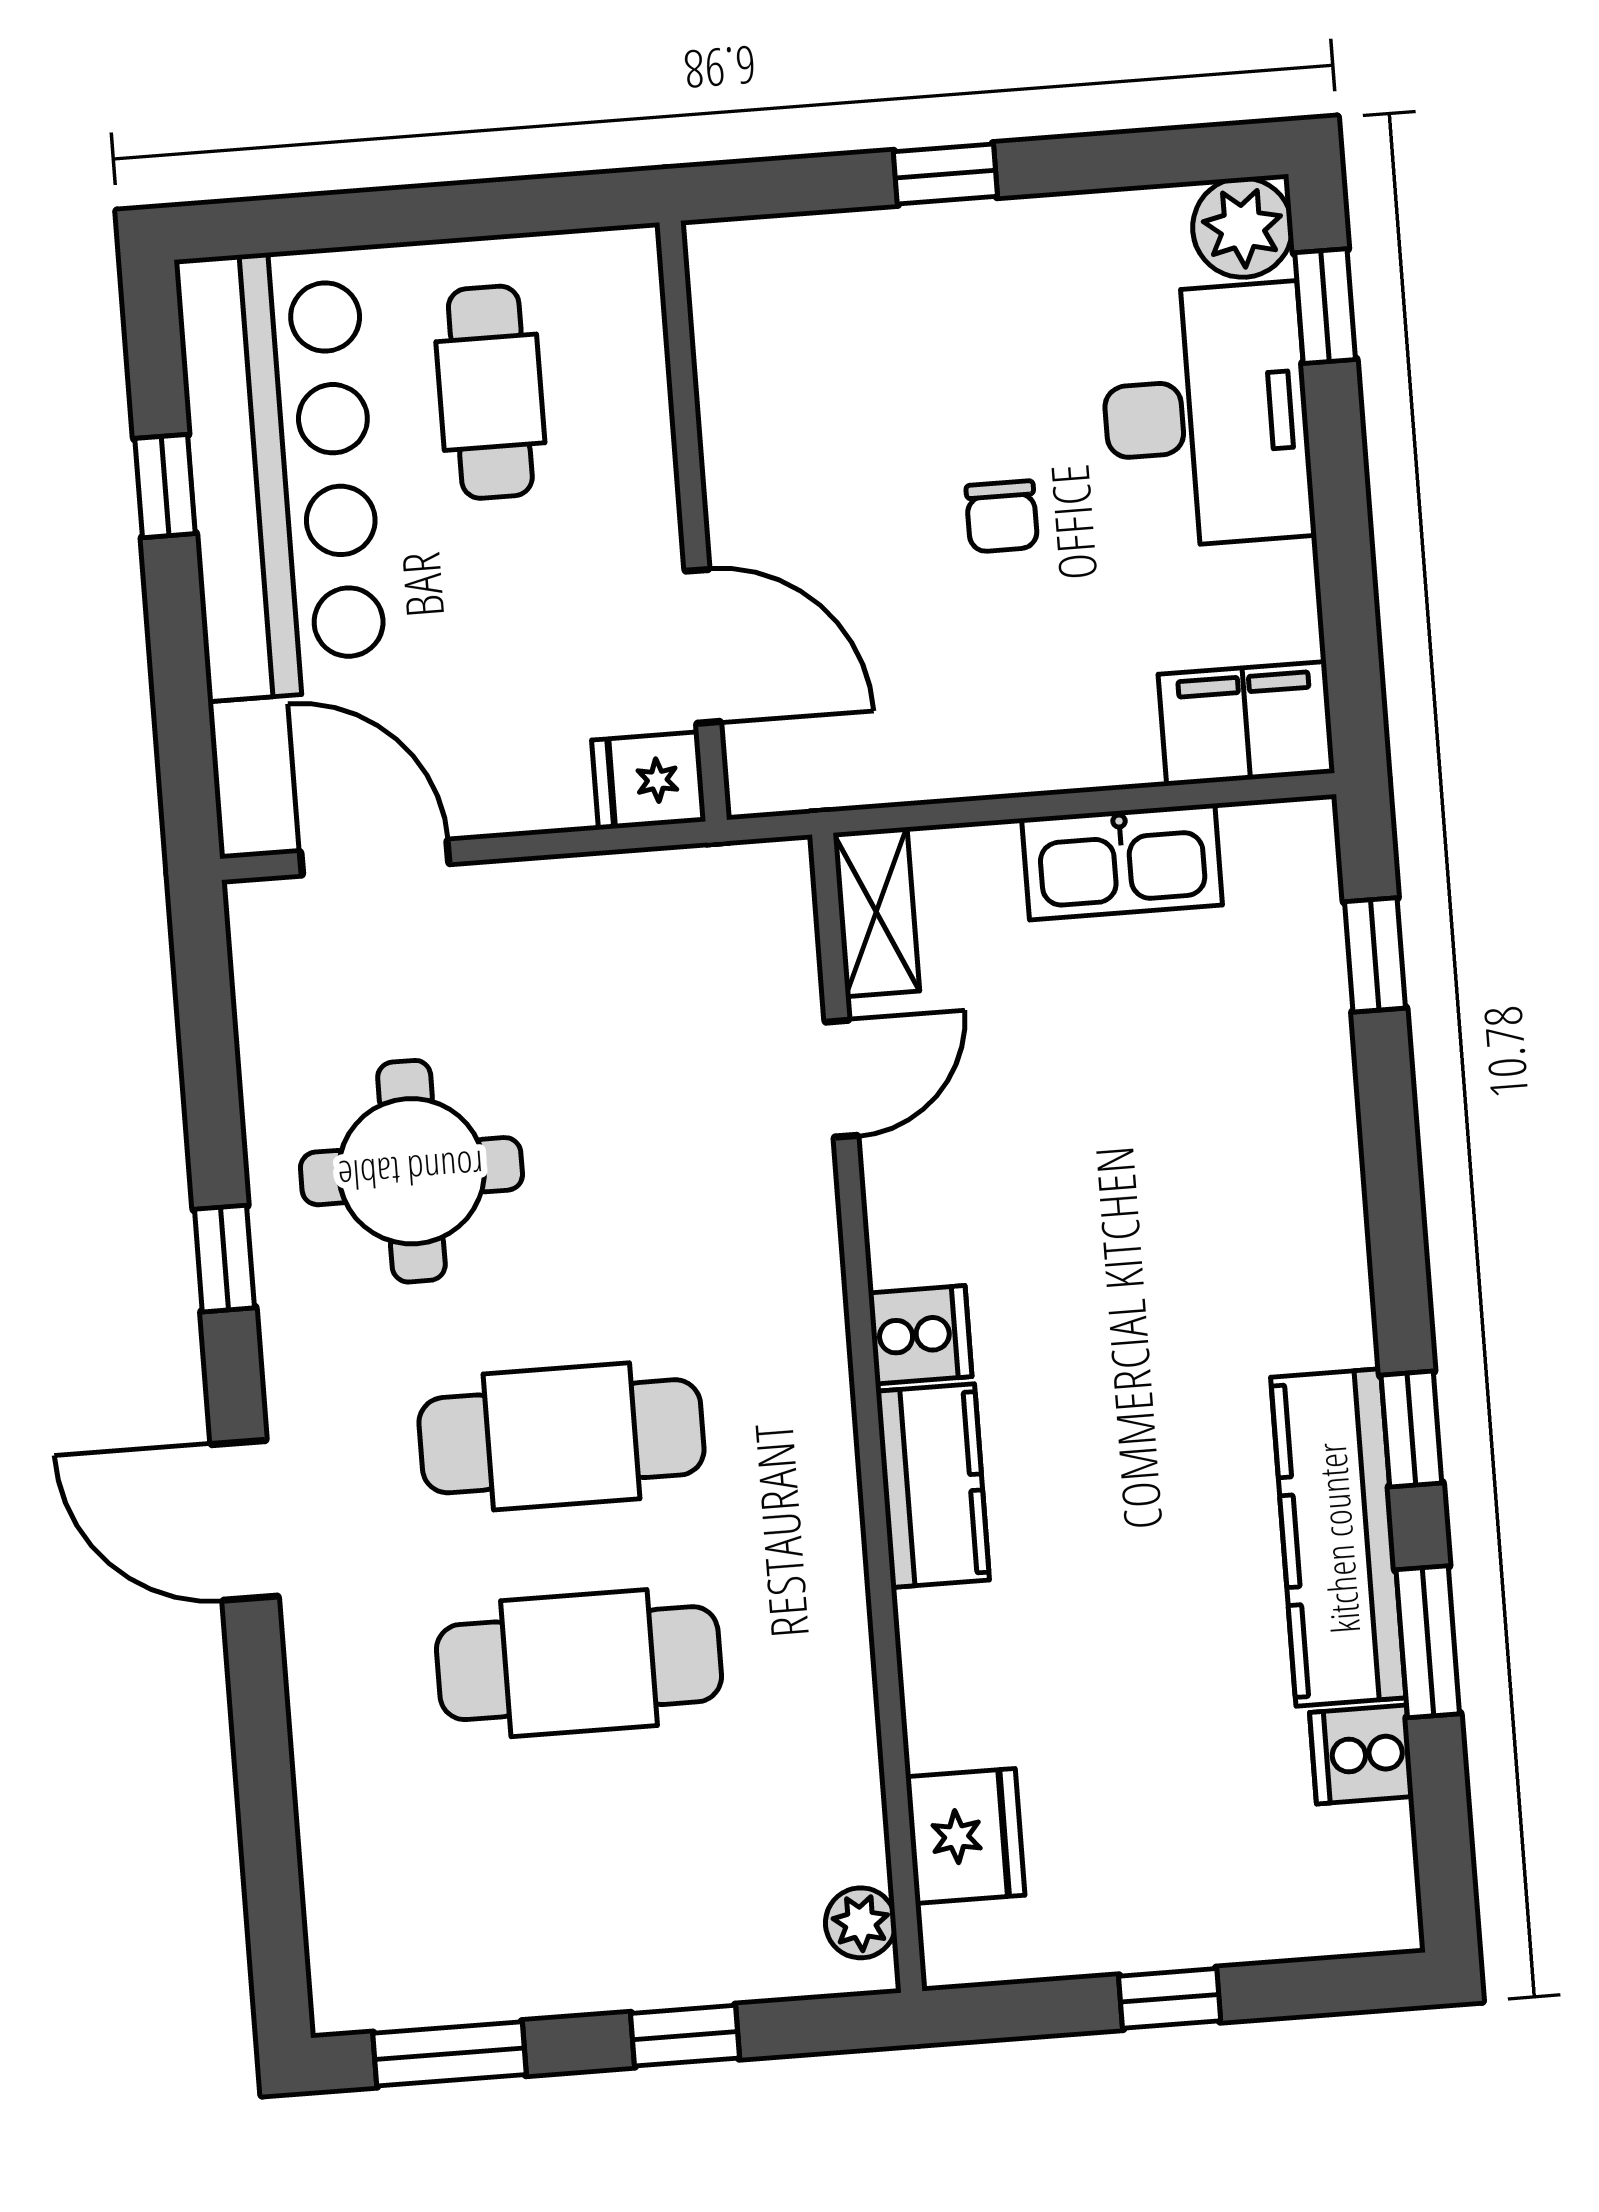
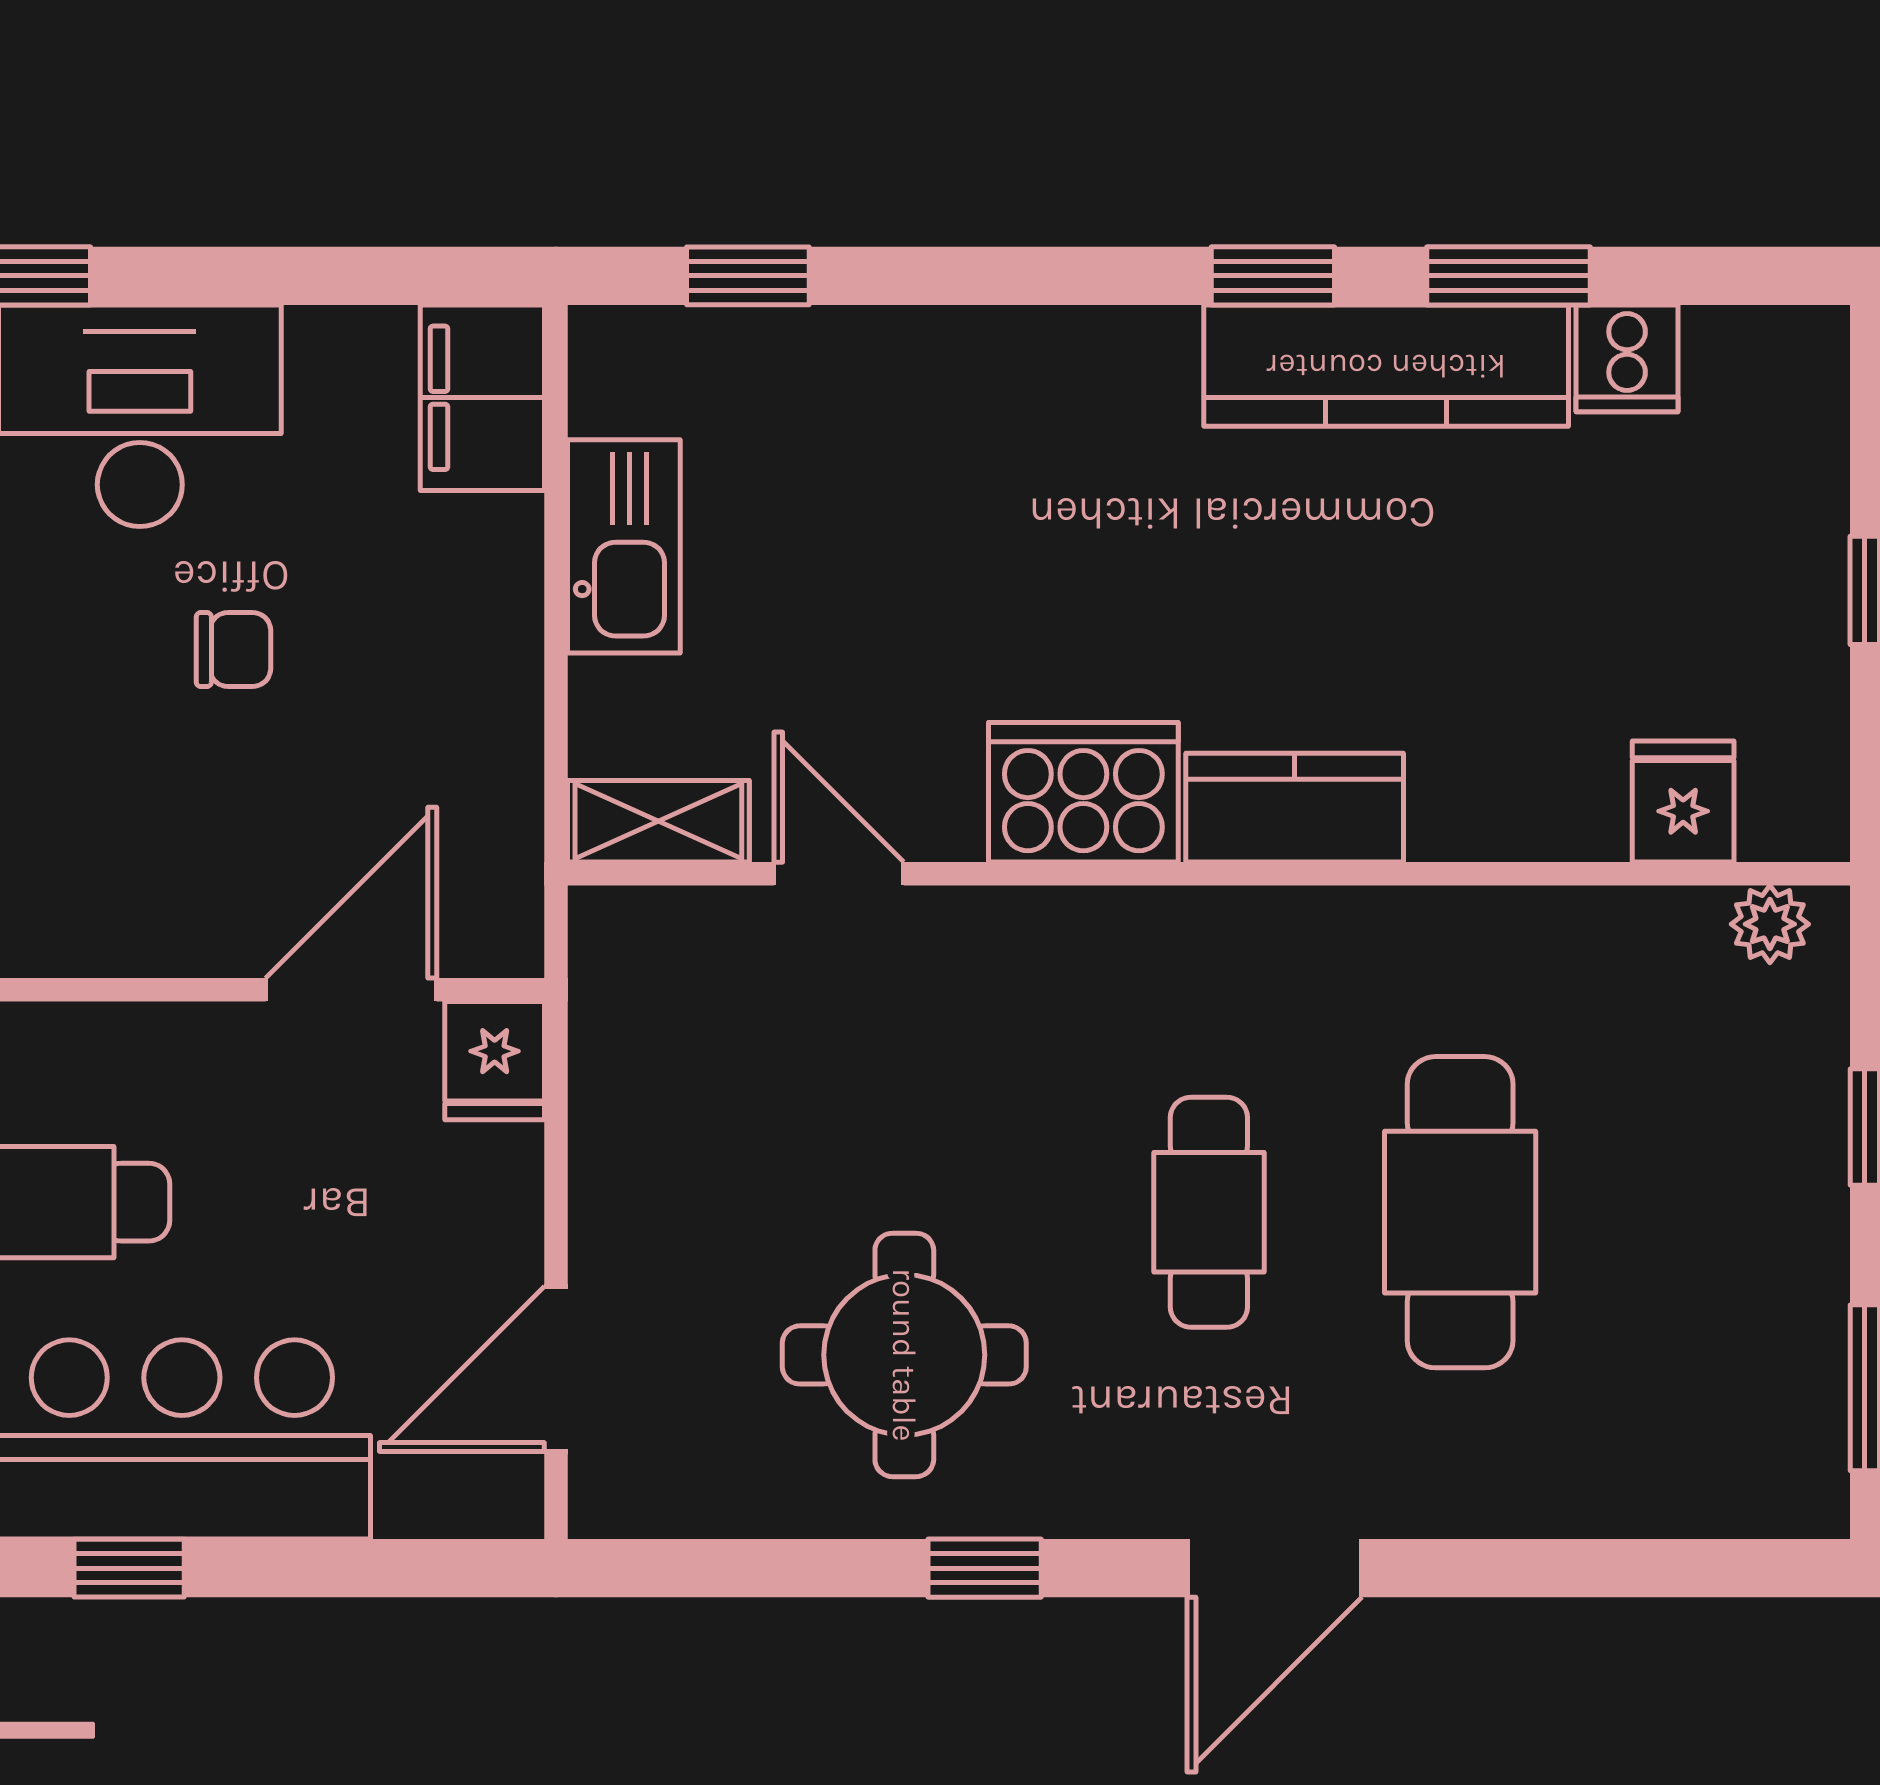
cooker: (920, 1335) -> (1083, 792), width x1.87, depth x1.31
cafe table: (561, 1436) -> (1209, 1212), width x0.73, depth x0.74
fridge: (965, 1836) -> (1683, 801), width x0.72

